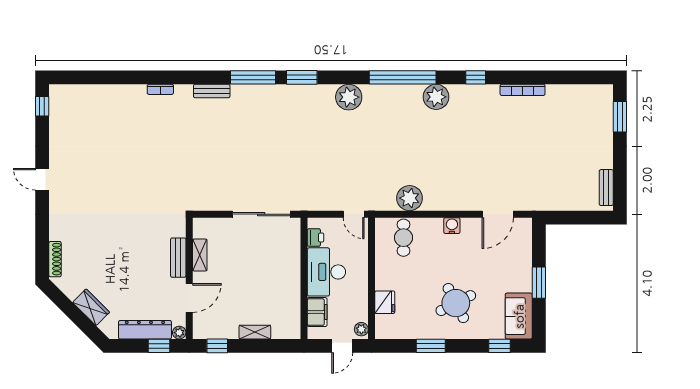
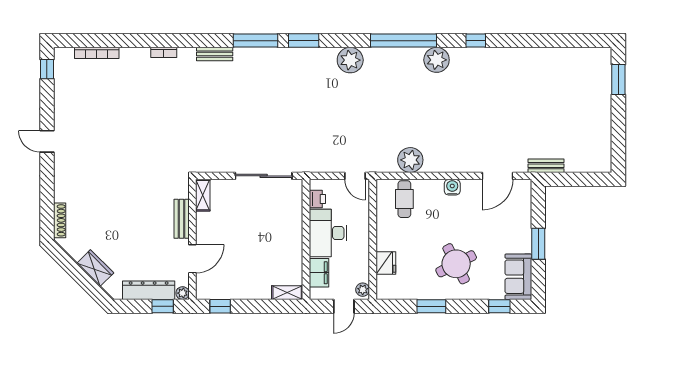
bookcase: (523, 90) -> (97, 53), moved
bench: (606, 188) -> (546, 166), moved, turned 90
shelving: (200, 255) -> (203, 195), moved
shelving: (255, 332) -> (287, 293), moved

